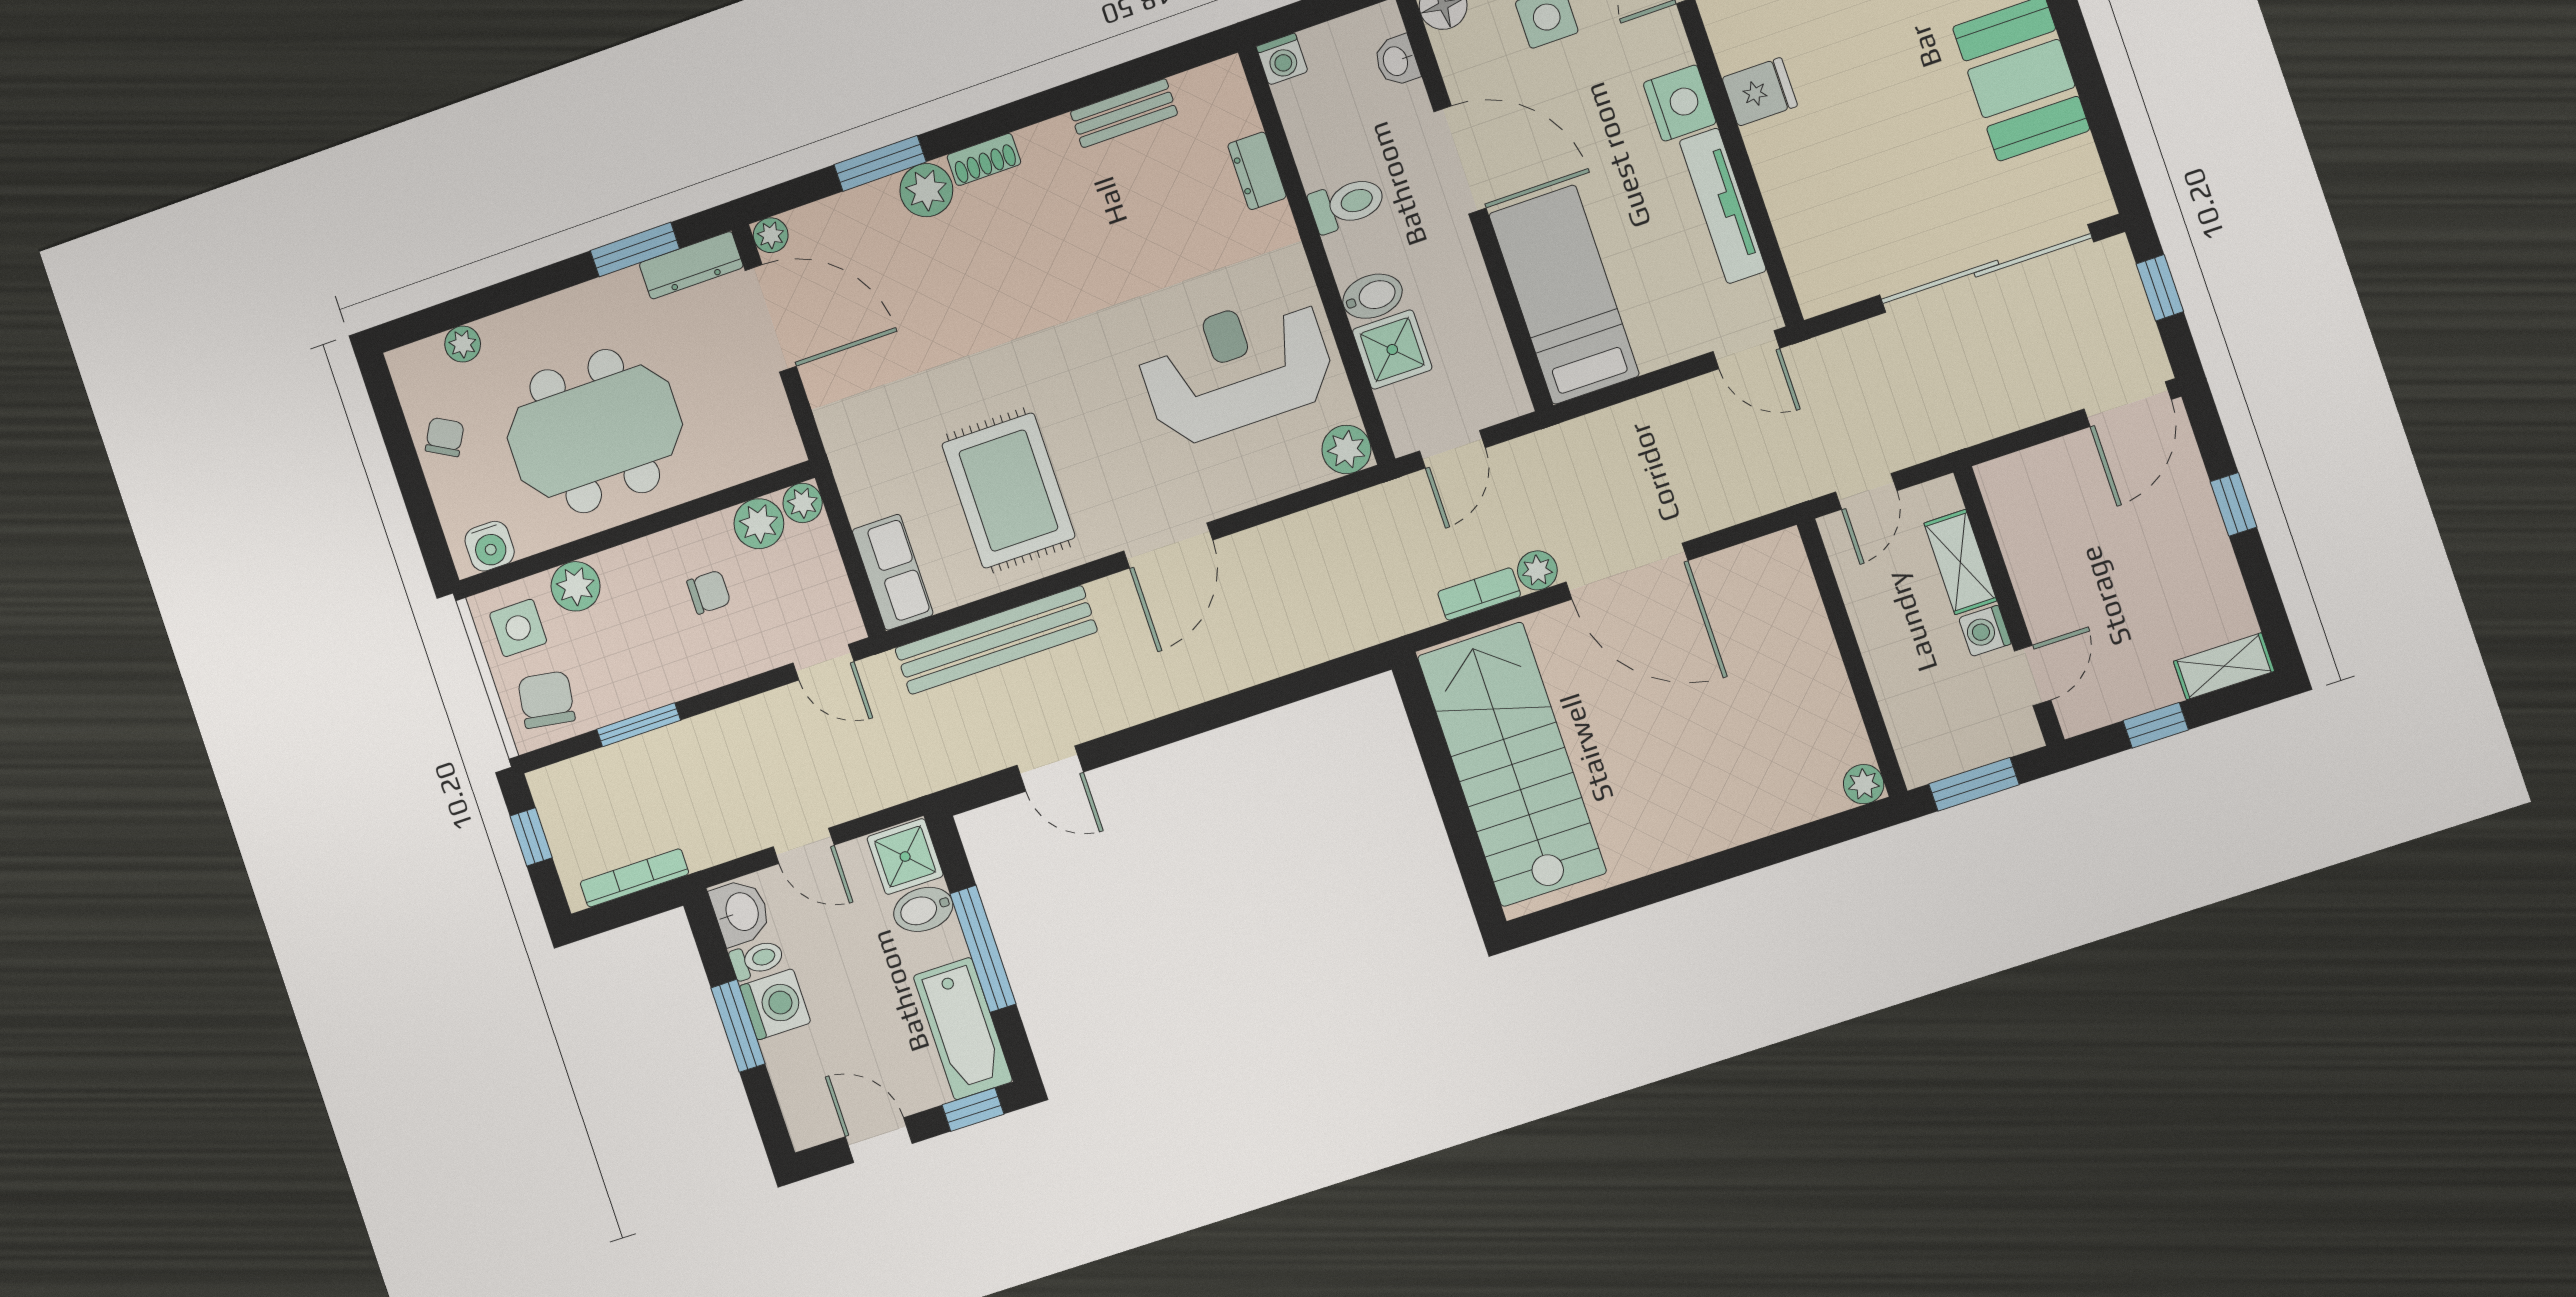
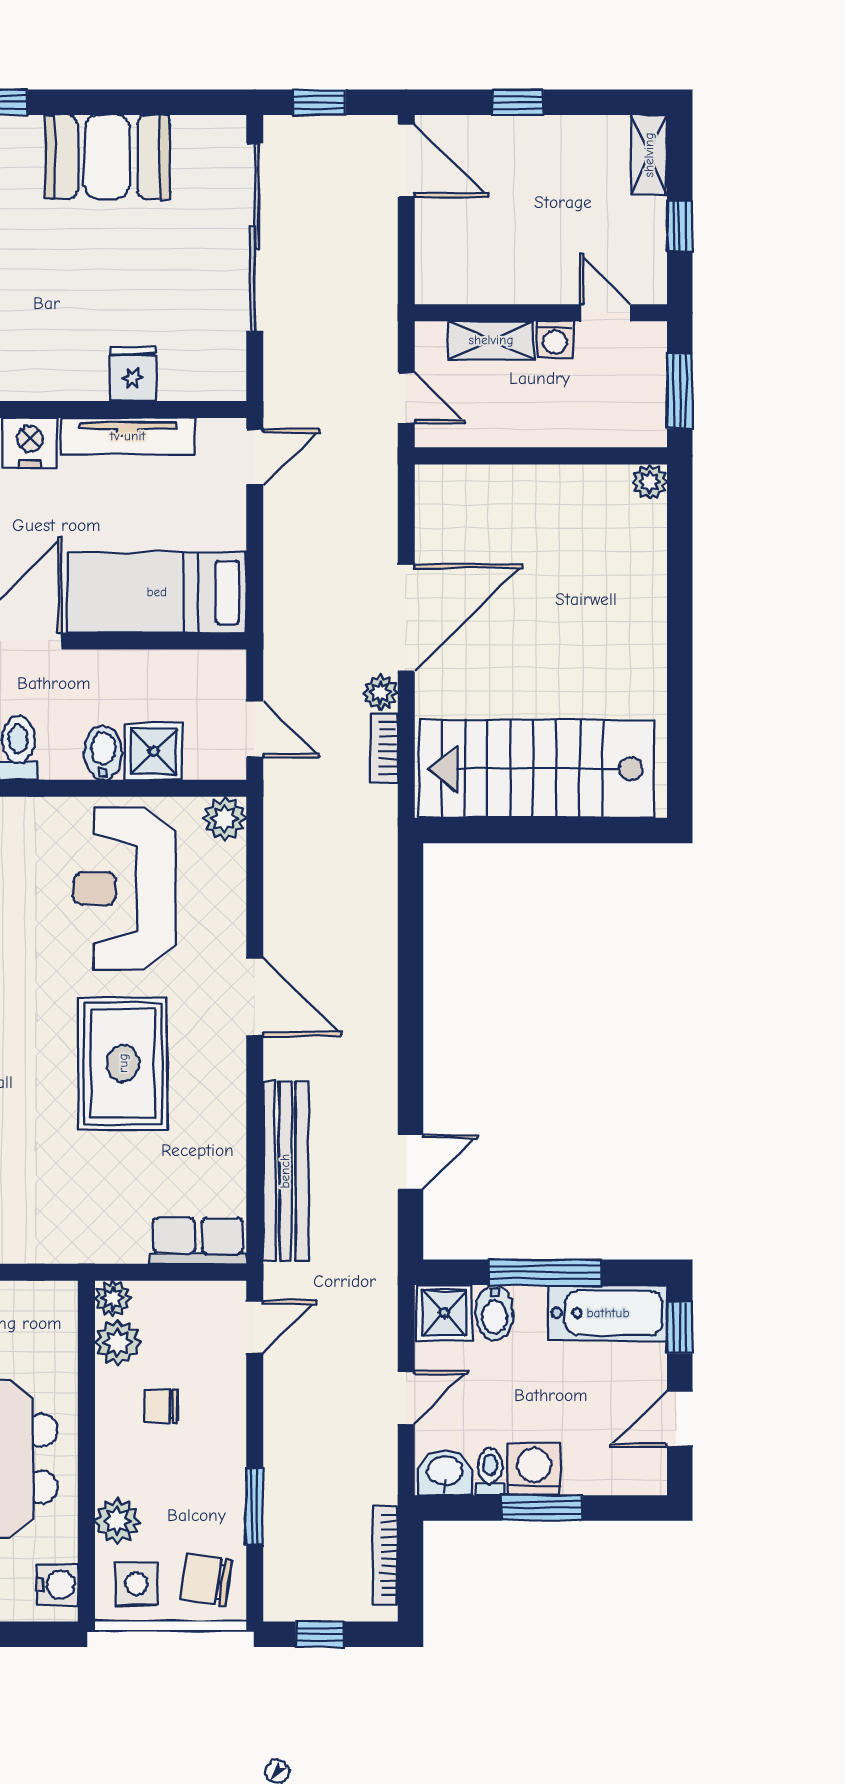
fridge: (1760, 92) -> (133, 374), moved
rug: (1008, 491) -> (123, 1063), moved, turned 90
chair: (709, 592) -> (161, 1406), turned -90

